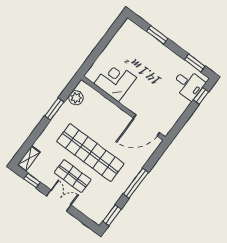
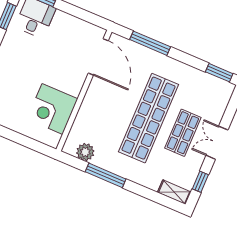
window: (54, 109) -> (106, 175), width x1.44
window: (136, 183) -> (150, 43), moved

